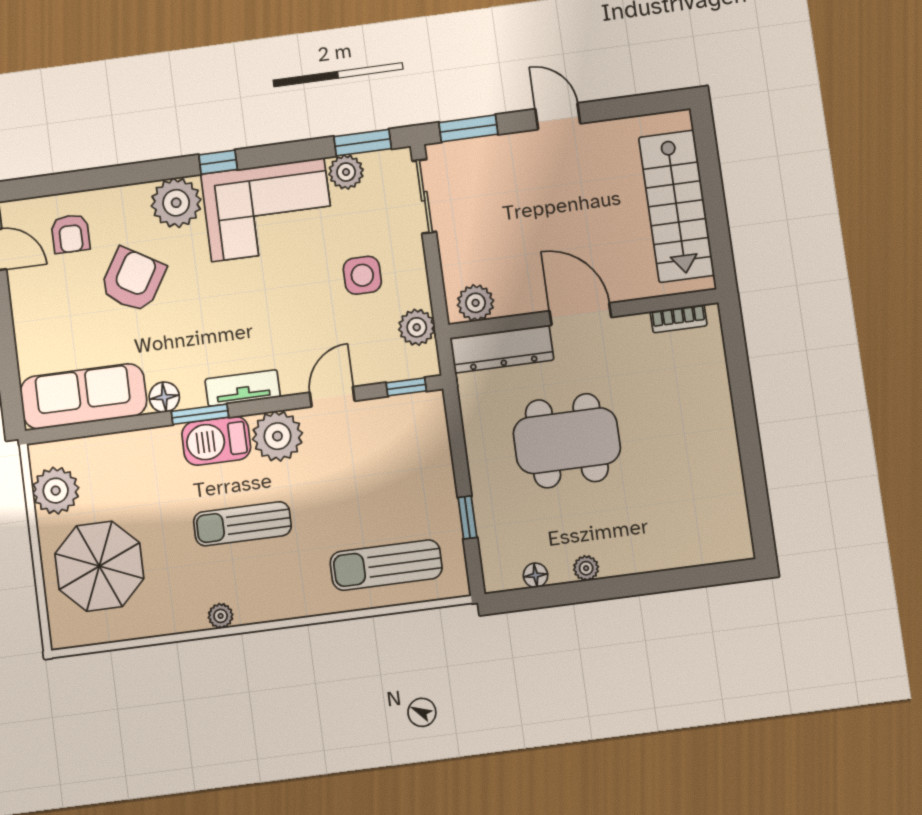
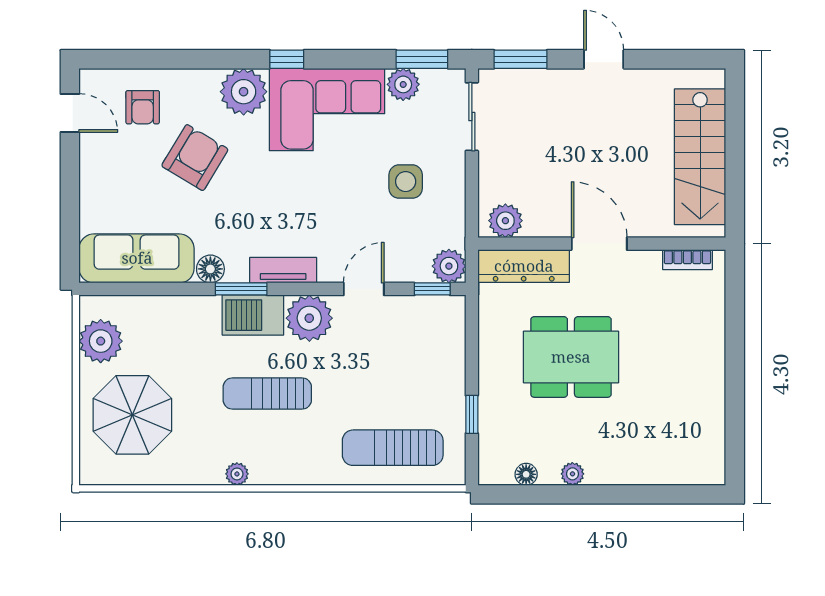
plant: (417, 327) -> (449, 266), moved

